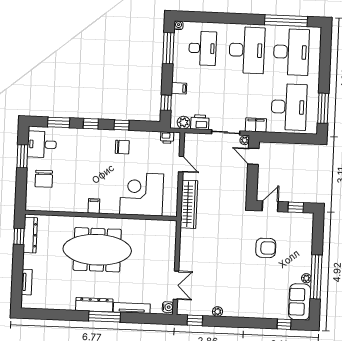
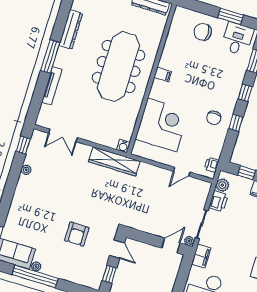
wardrobe: (189, 204) -> (114, 161), moved
dresser: (94, 305) -> (71, 29), moved
water cooler: (168, 307) -> (123, 146), moved

